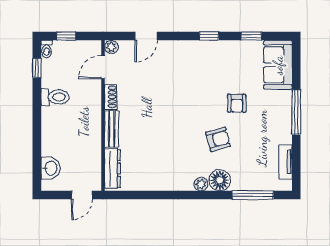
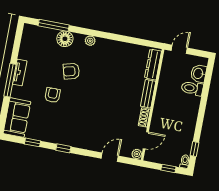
toilet: (55, 97) -> (192, 88), moved
tv unit: (286, 162) -> (20, 72), moved
floor lamp: (220, 180) -> (65, 39), moved

